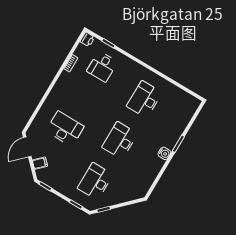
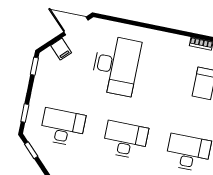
desk: (65, 129) -> (116, 65), width x1.36, depth x1.30

